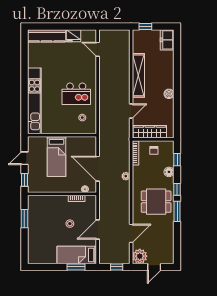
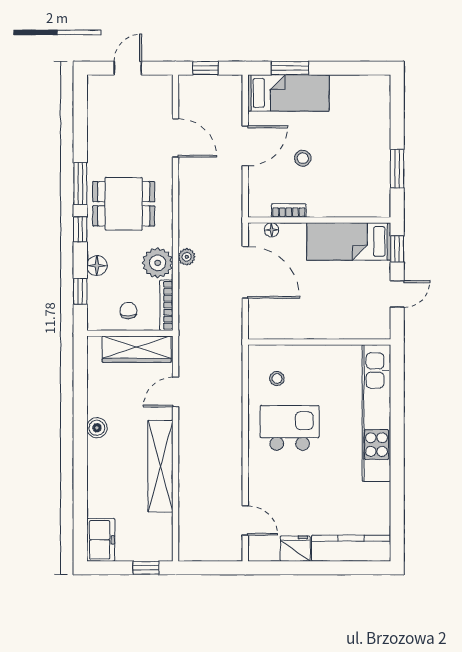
bed: (56, 157) -> (349, 241), moved, turned -90
door: (131, 233) -> (176, 138), swing flipped
plant: (140, 256) -> (158, 263), moved

